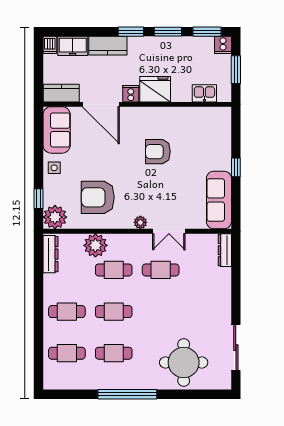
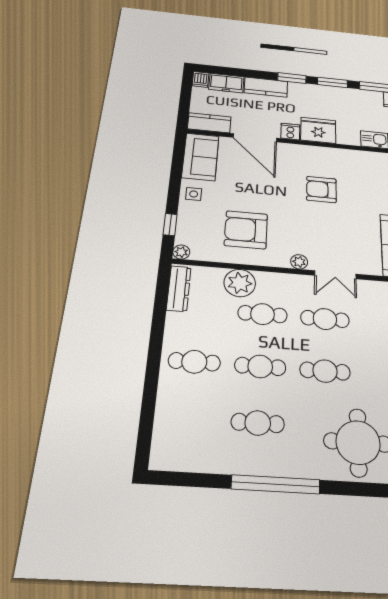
plant: (55, 217) -> (181, 252), width x0.53, depth x0.53
cafe table: (67, 353) -> (325, 371), moved

